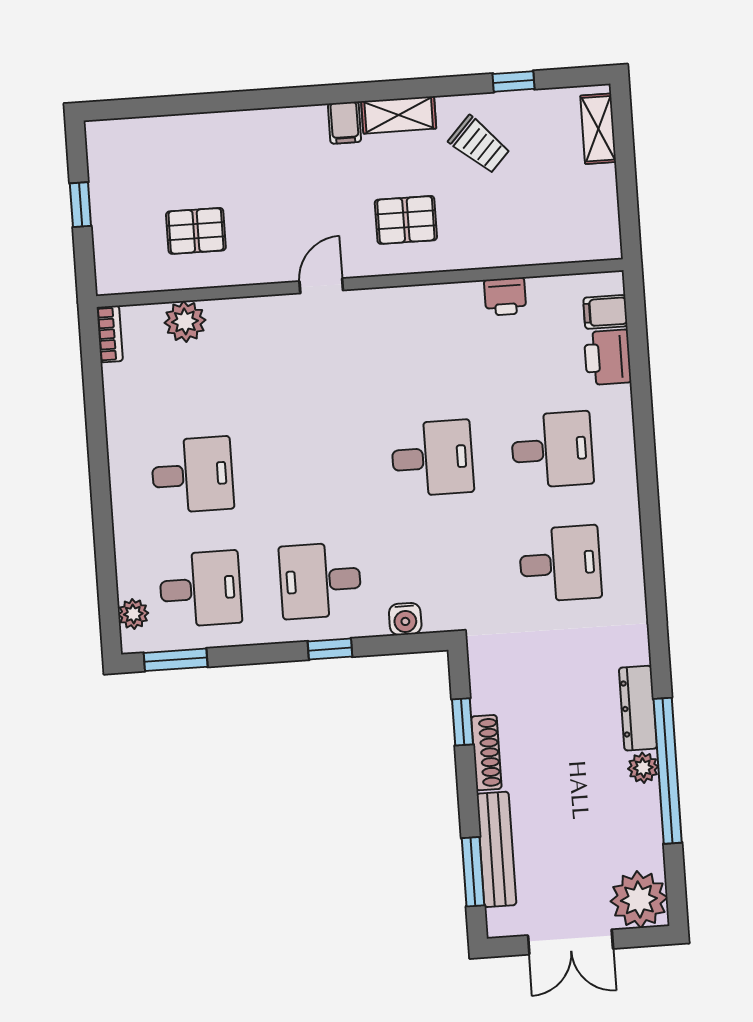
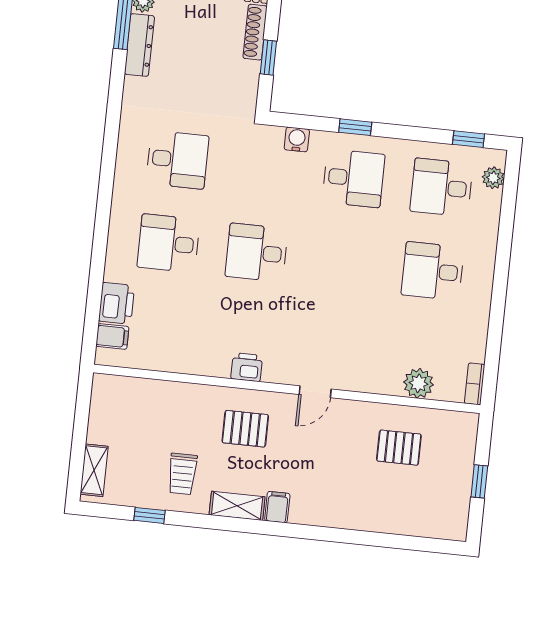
trolley: (479, 145) -> (182, 474), turned -133
printer: (505, 297) -> (247, 367), moved
desk: (560, 564) -> (177, 160), turned 180
window: (176, 660) -> (469, 139), width x0.67

